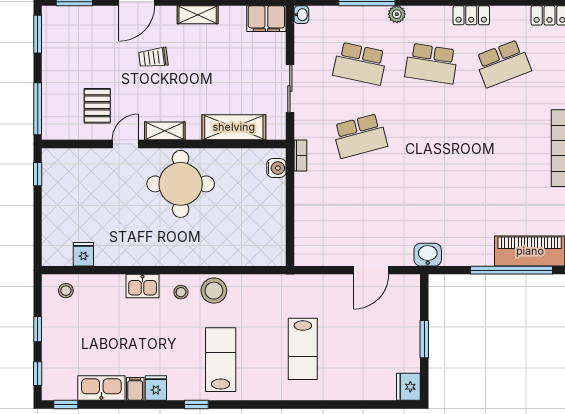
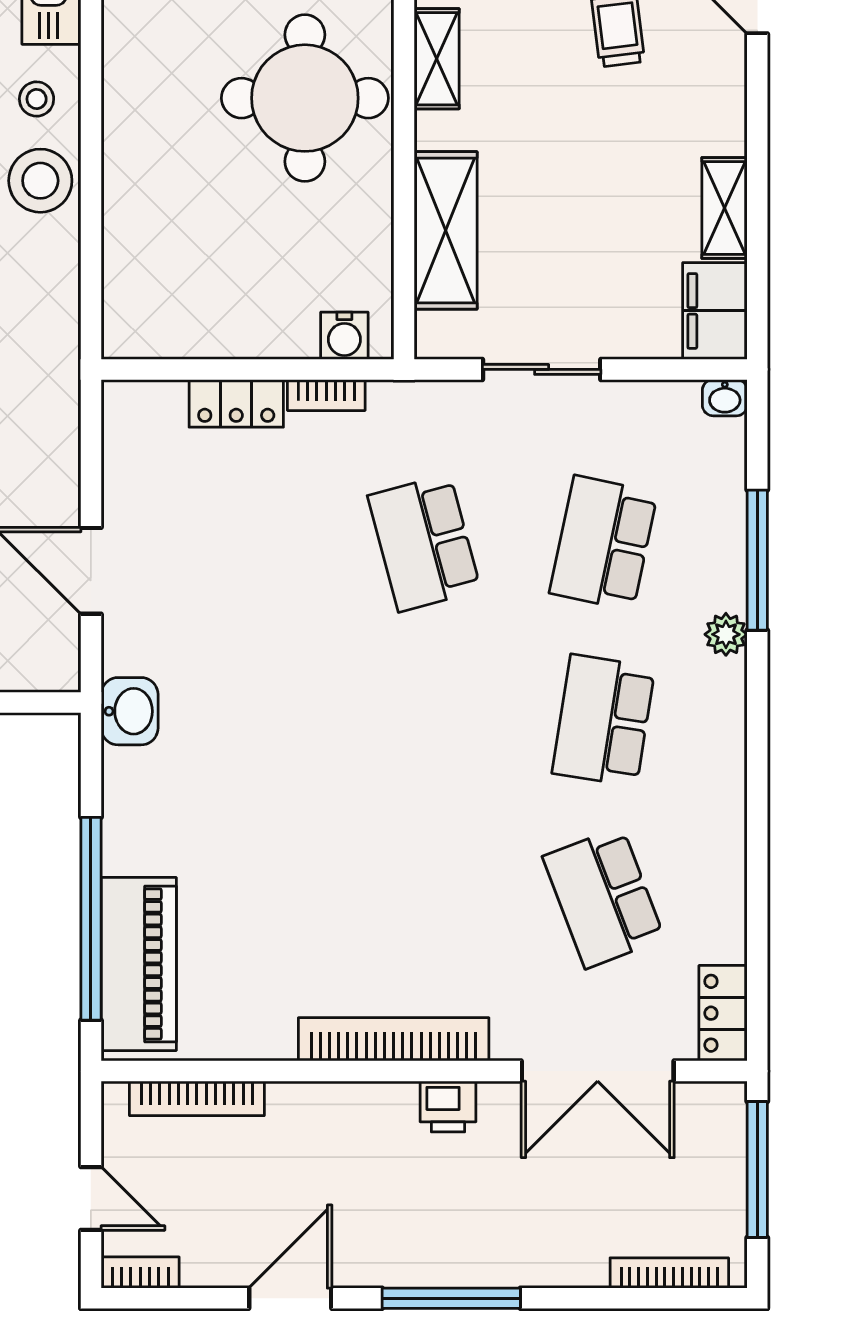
shelving: (198, 15) -> (724, 208), moved
locker: (471, 15) -> (236, 403), moved, turned -90
bookcase: (300, 156) -> (326, 395), moved

